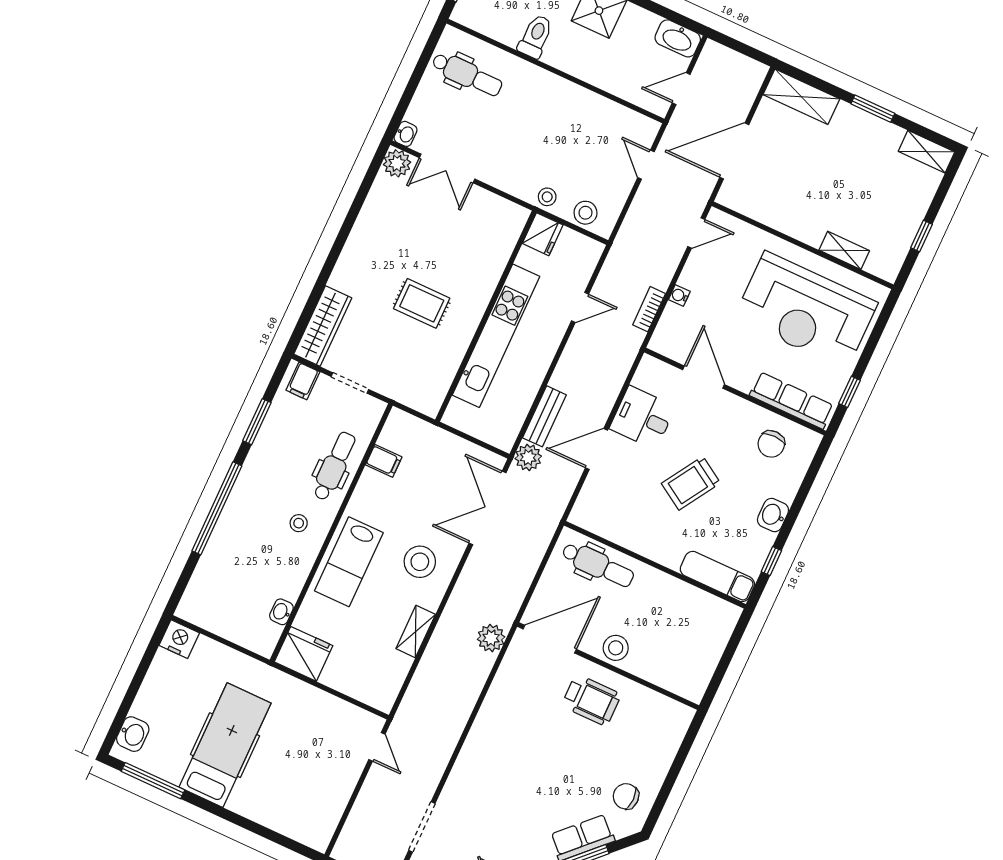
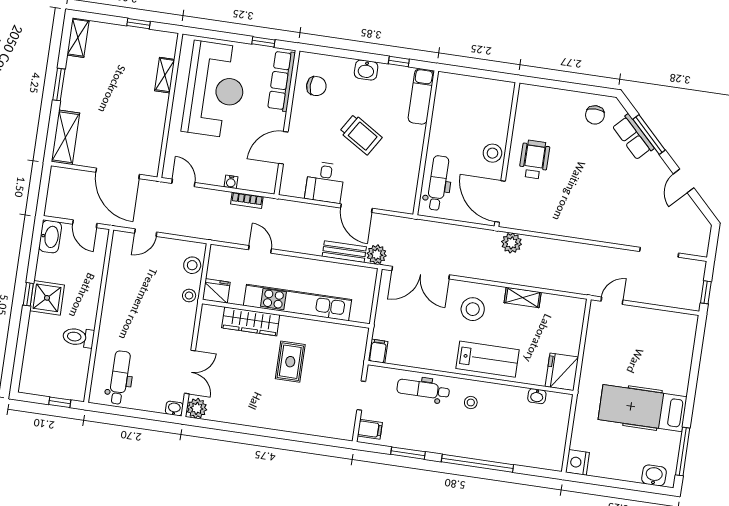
wardrobe: (323, 326) -> (251, 321), moved, turned 180
filing cabinet: (384, 461) -> (378, 351), moved

